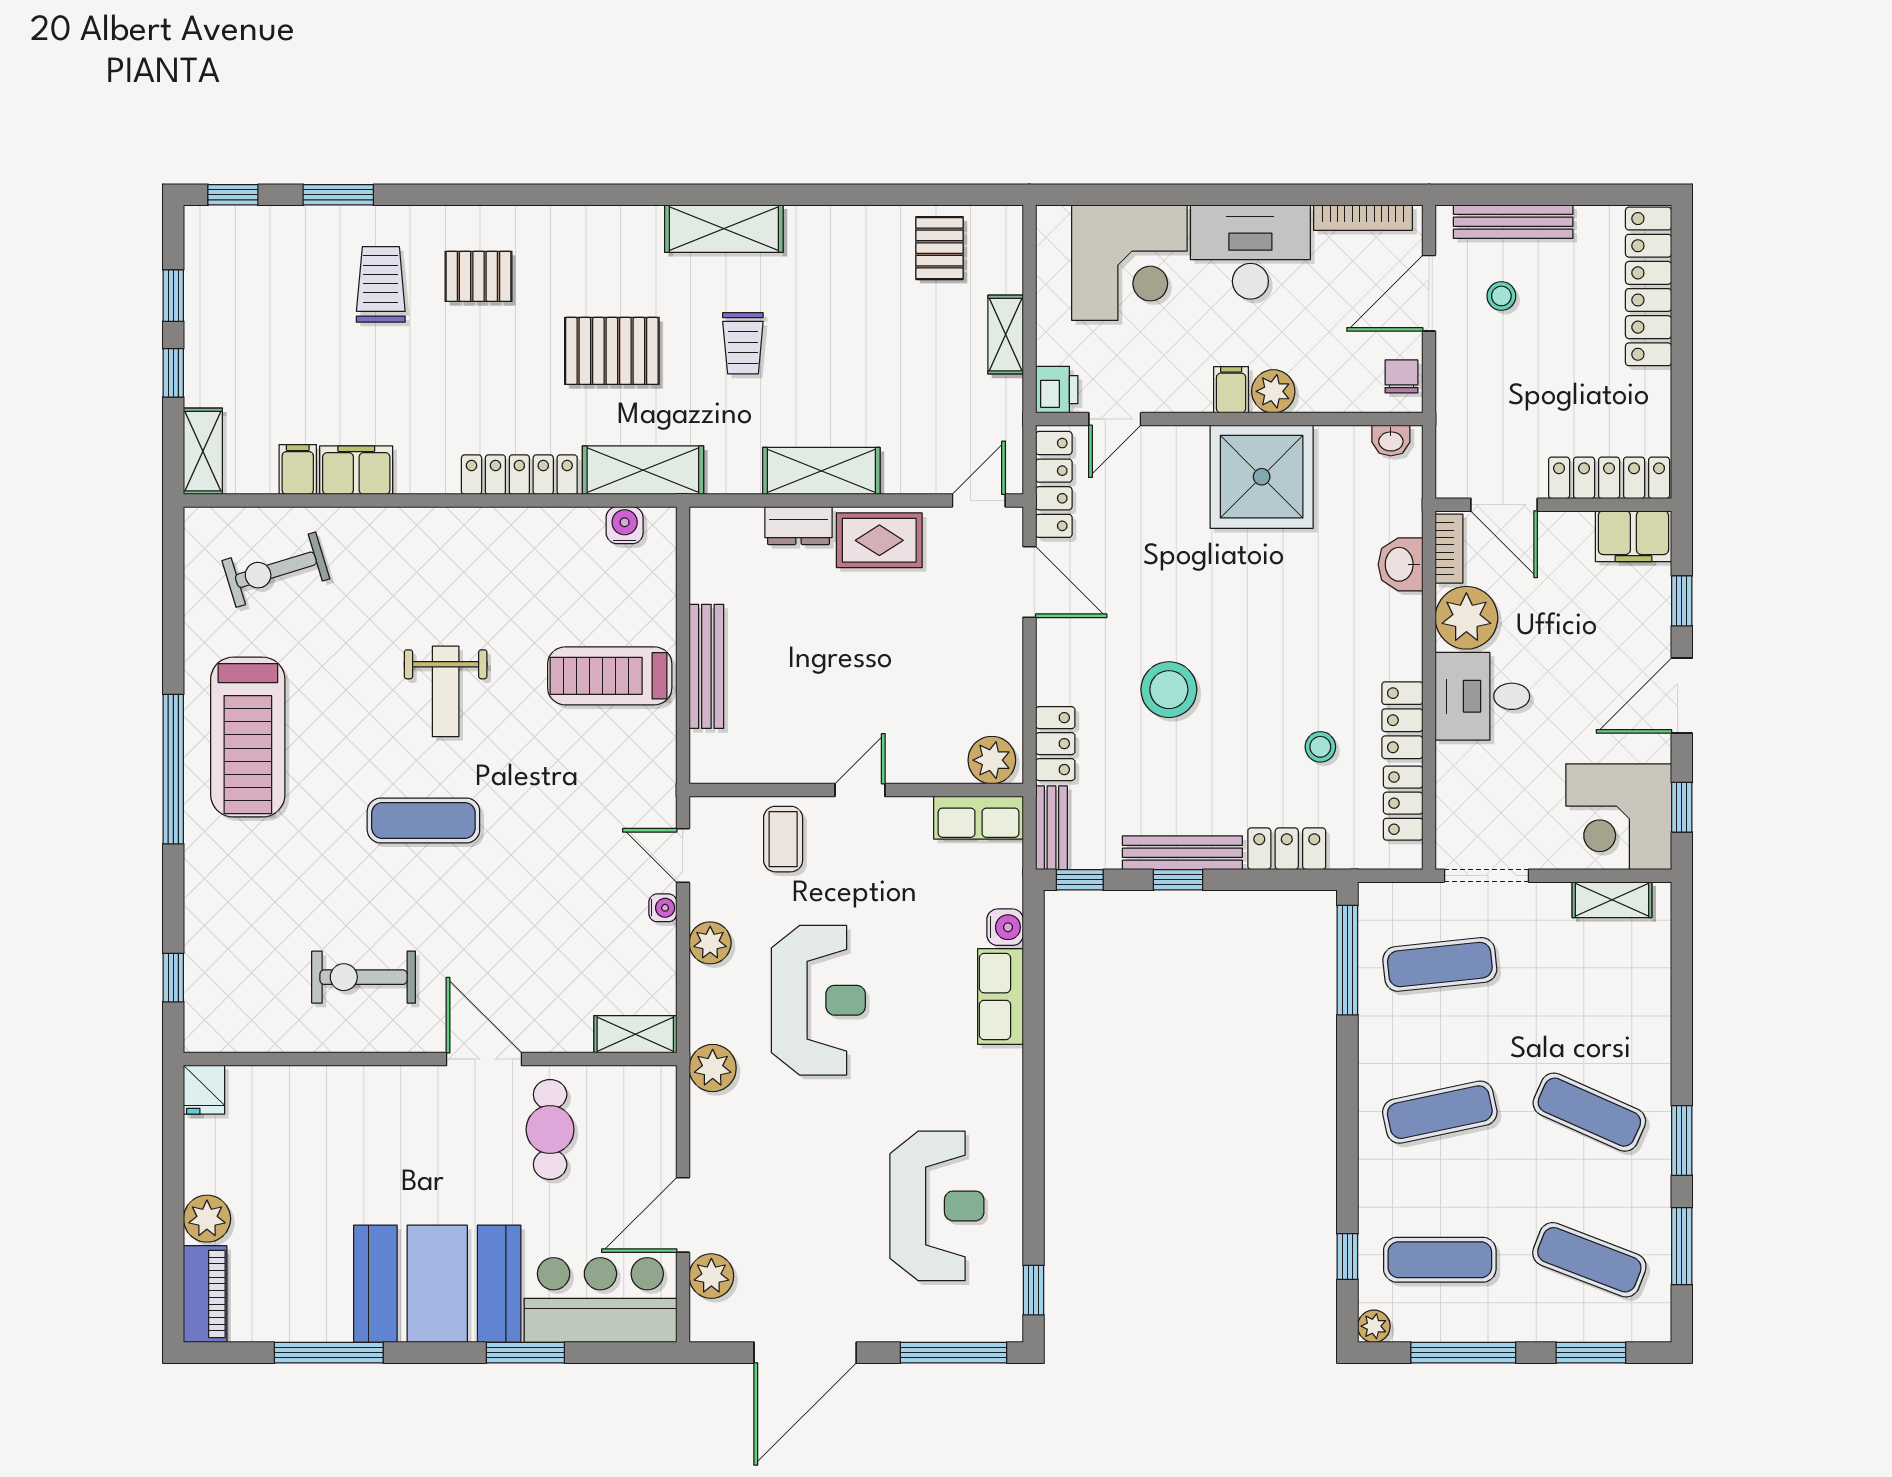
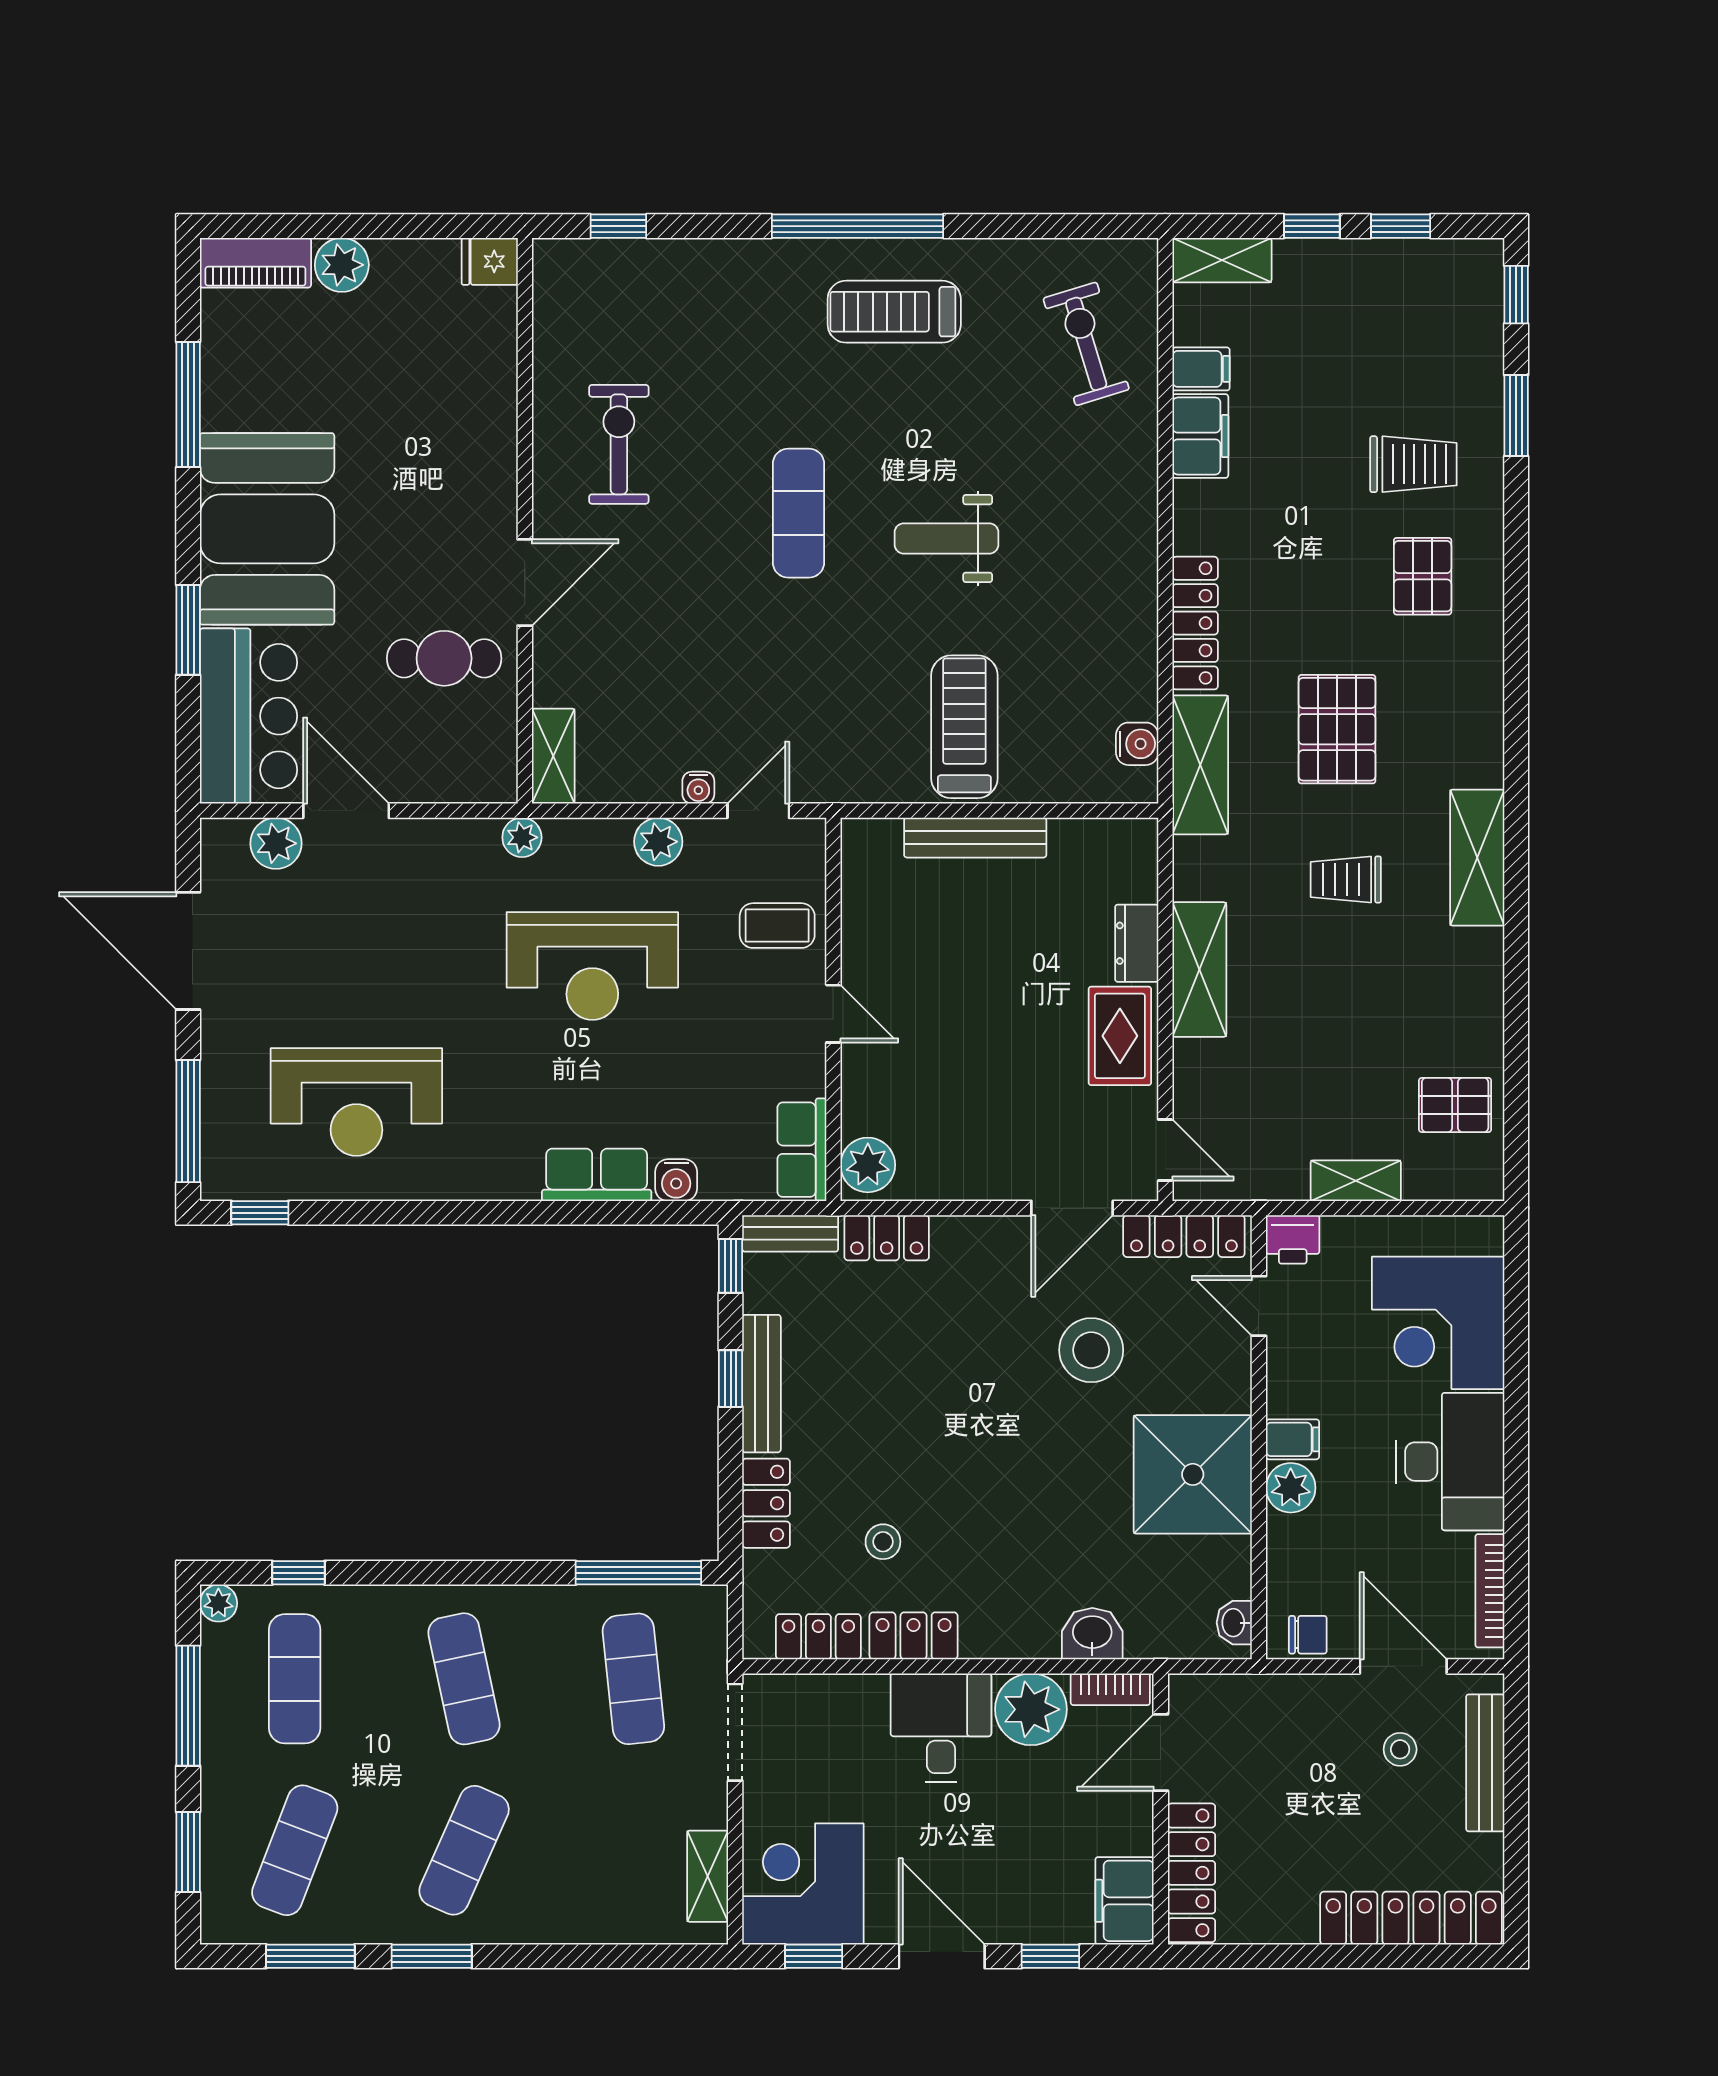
stool: (1169, 690) -> (1091, 1350), moved
treadmill: (248, 737) -> (894, 312), width x0.73, depth x0.73
plant: (713, 1068) -> (522, 837), width x0.73, depth x0.73

